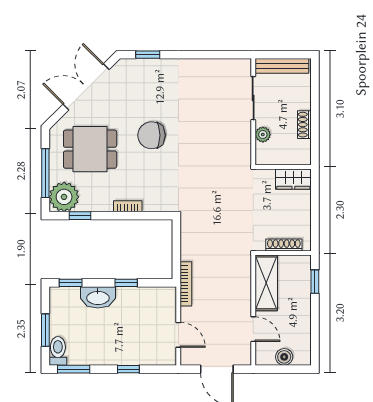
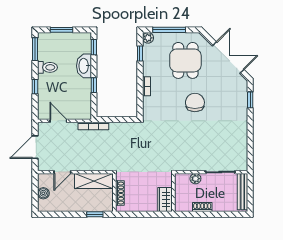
plant: (64, 197) -> (148, 38), width x0.53, depth x0.53
door: (178, 335) -> (58, 121), swing flipped
toilet: (58, 351) -> (47, 67), moved

